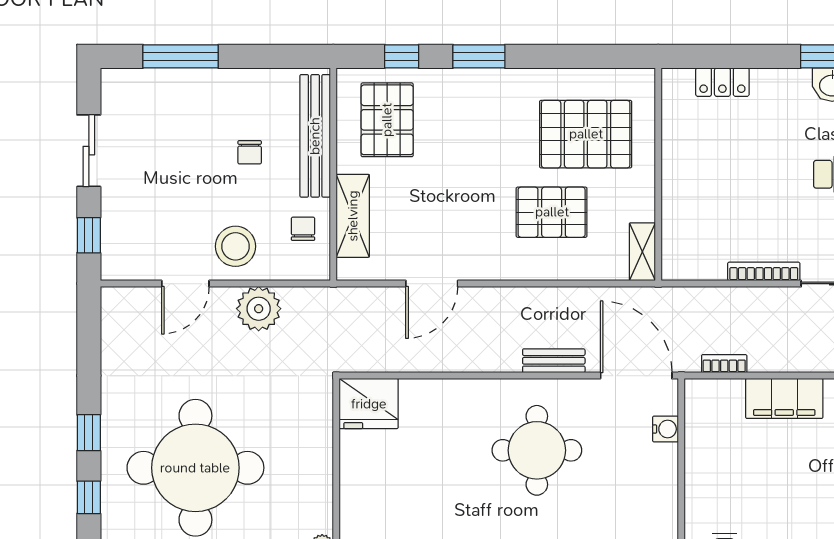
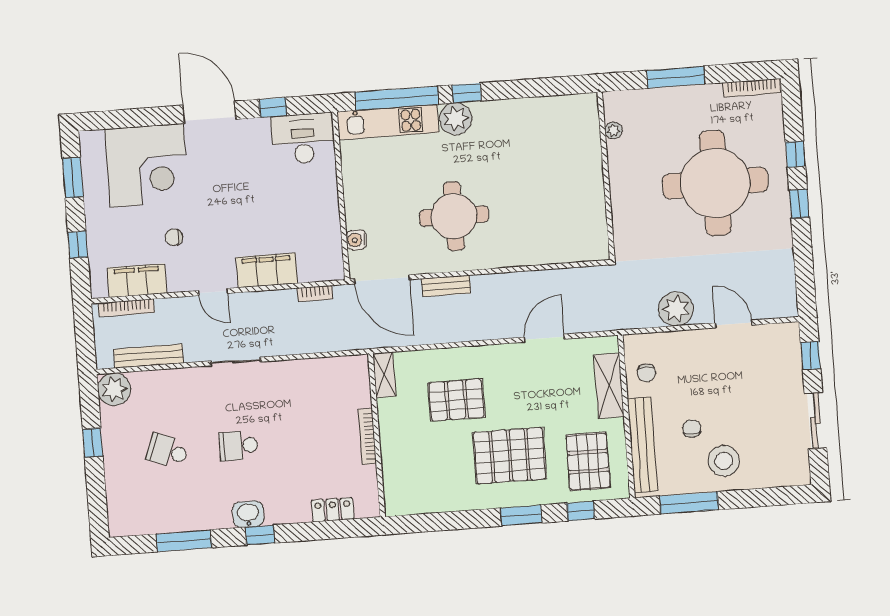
window: (181, 56) -> (689, 503), moved
pallet: (586, 134) -> (510, 456), moved
stool: (236, 246) -> (724, 461), moved
bookcase: (764, 271) -> (367, 437), moved, turned 90
door: (185, 284) -> (734, 324), hinge flipped
fridge: (369, 404) -> (586, 242), removed

